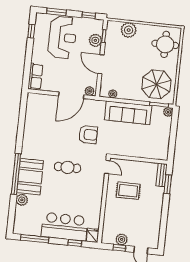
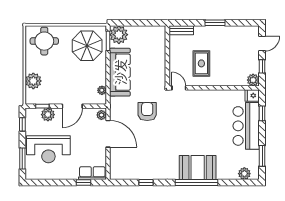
window: (31, 31) -> (83, 183), moved
reception desk: (62, 37) -> (48, 149), turned 180
plant: (168, 112) -> (119, 35), width x1.87, depth x1.87
window: (21, 126) -> (146, 183), added
cafe table: (67, 167) -> (184, 129), removed
door: (107, 167) -> (179, 88), hinge flipped
window: (168, 184) -> (215, 23), moved
plant: (22, 200) -> (244, 174), moved
window: (35, 239) -> (262, 156), width x0.69
plant: (122, 239) -> (253, 80), moved

